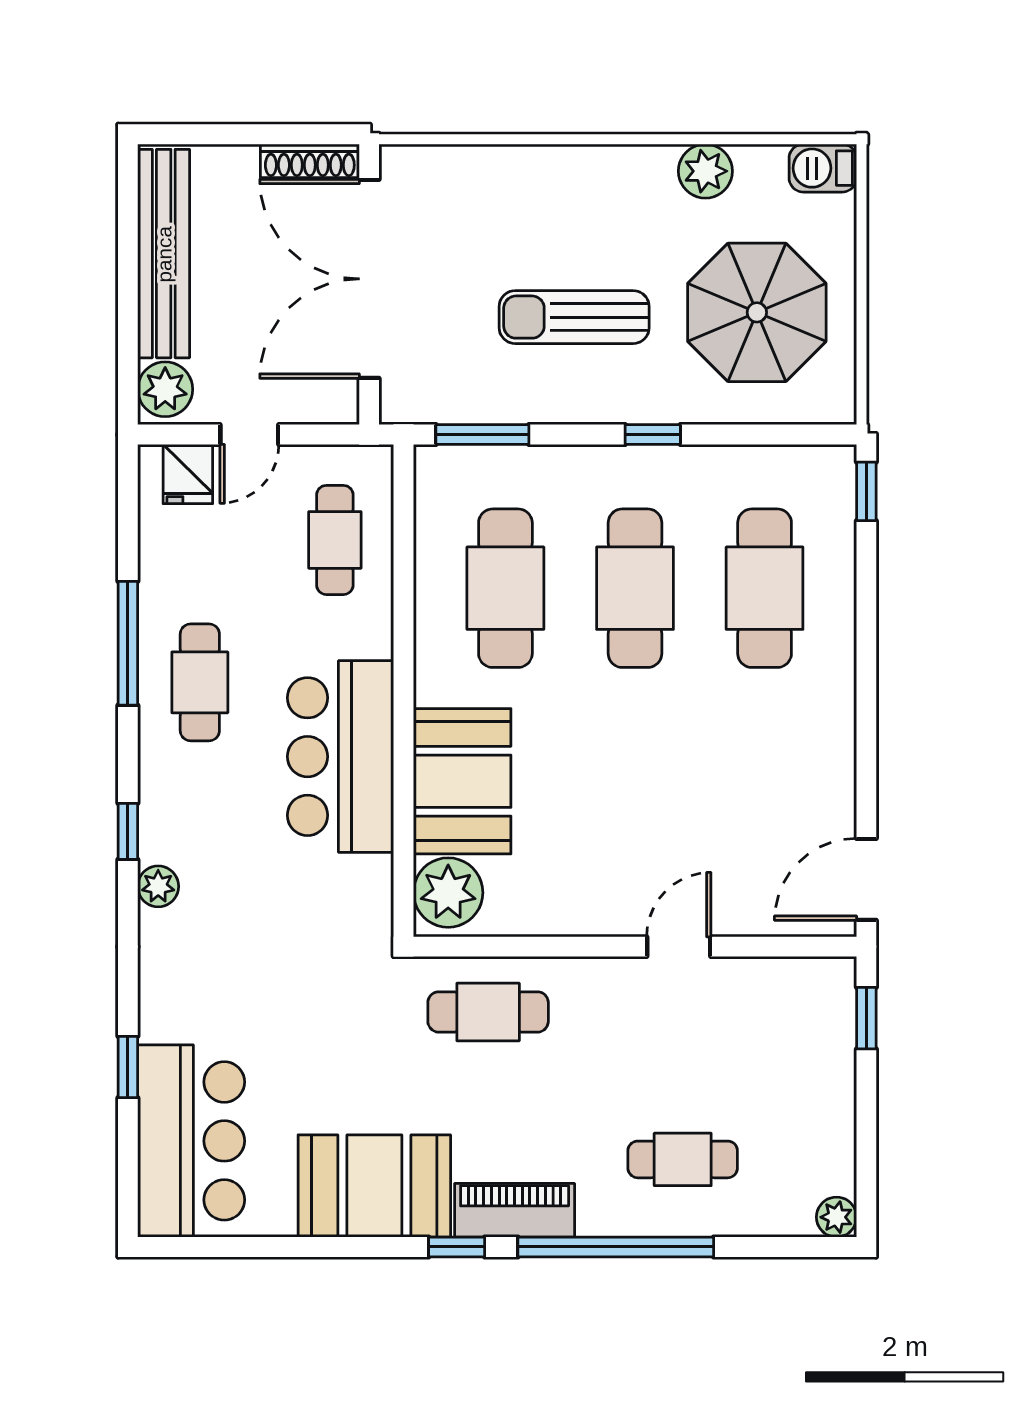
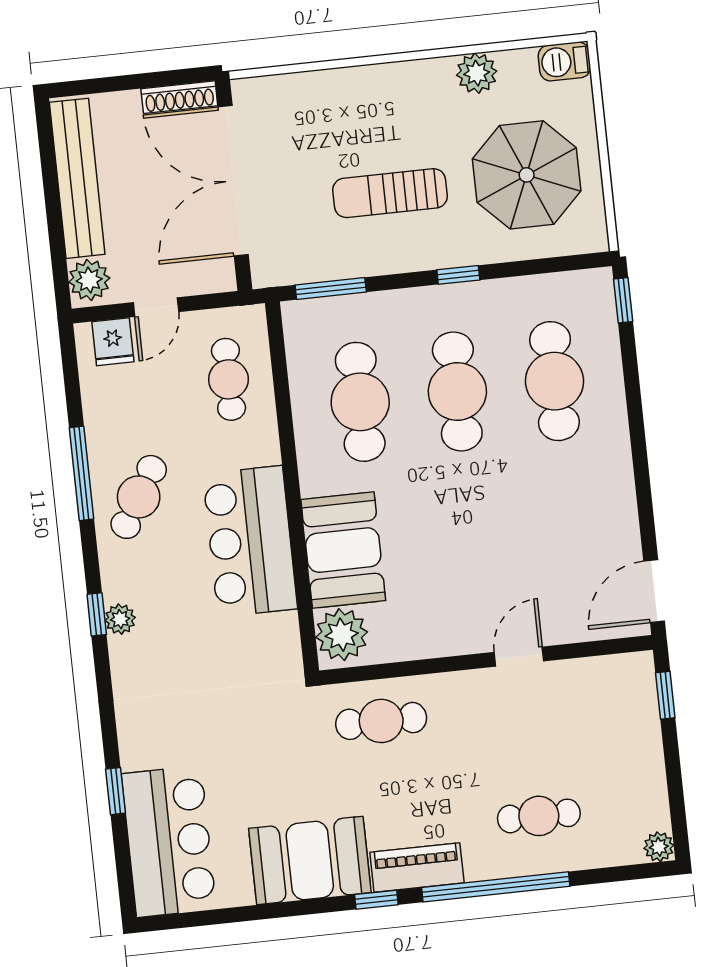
cafe table: (200, 682) -> (139, 497), turned 31
plant: (158, 886) -> (120, 619), moved

